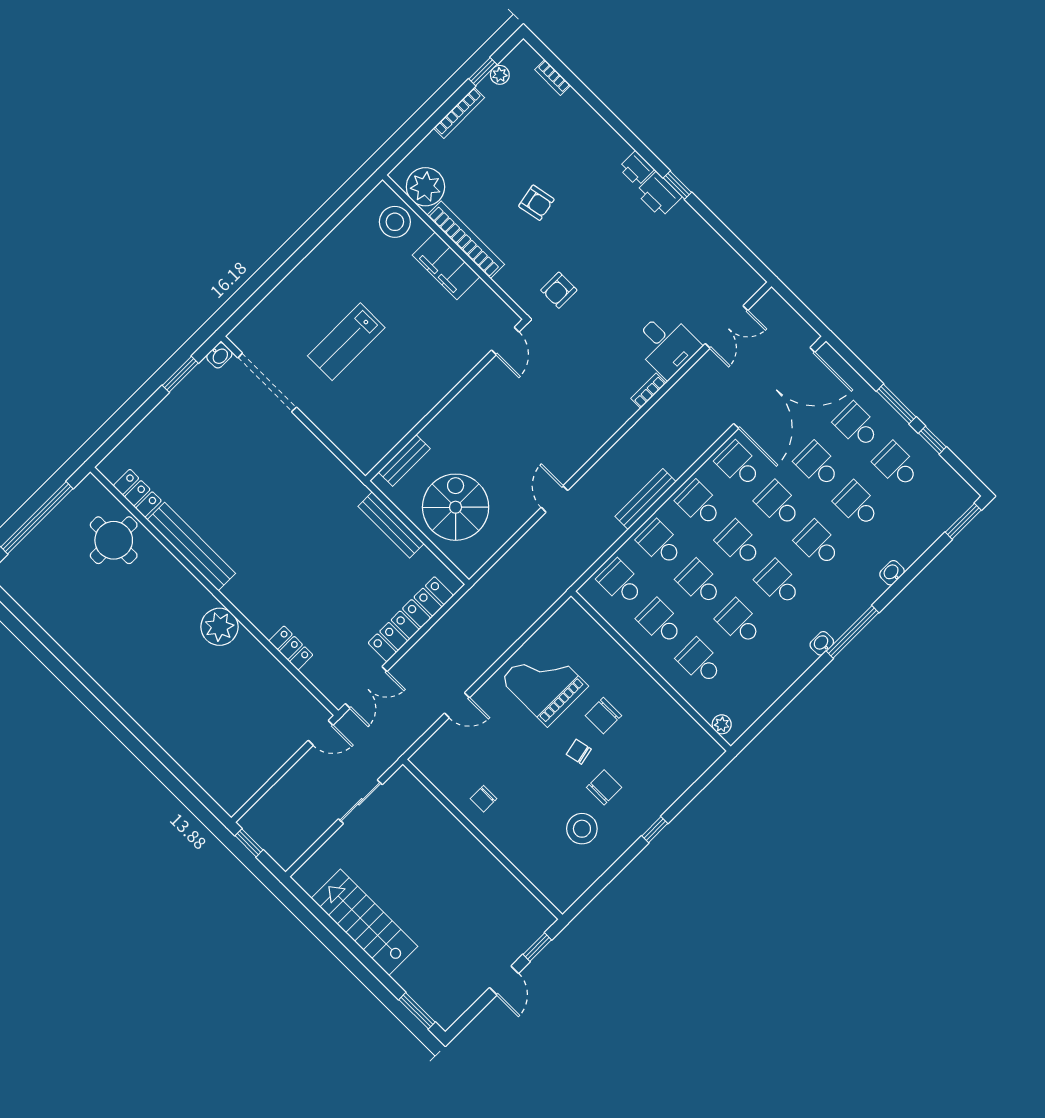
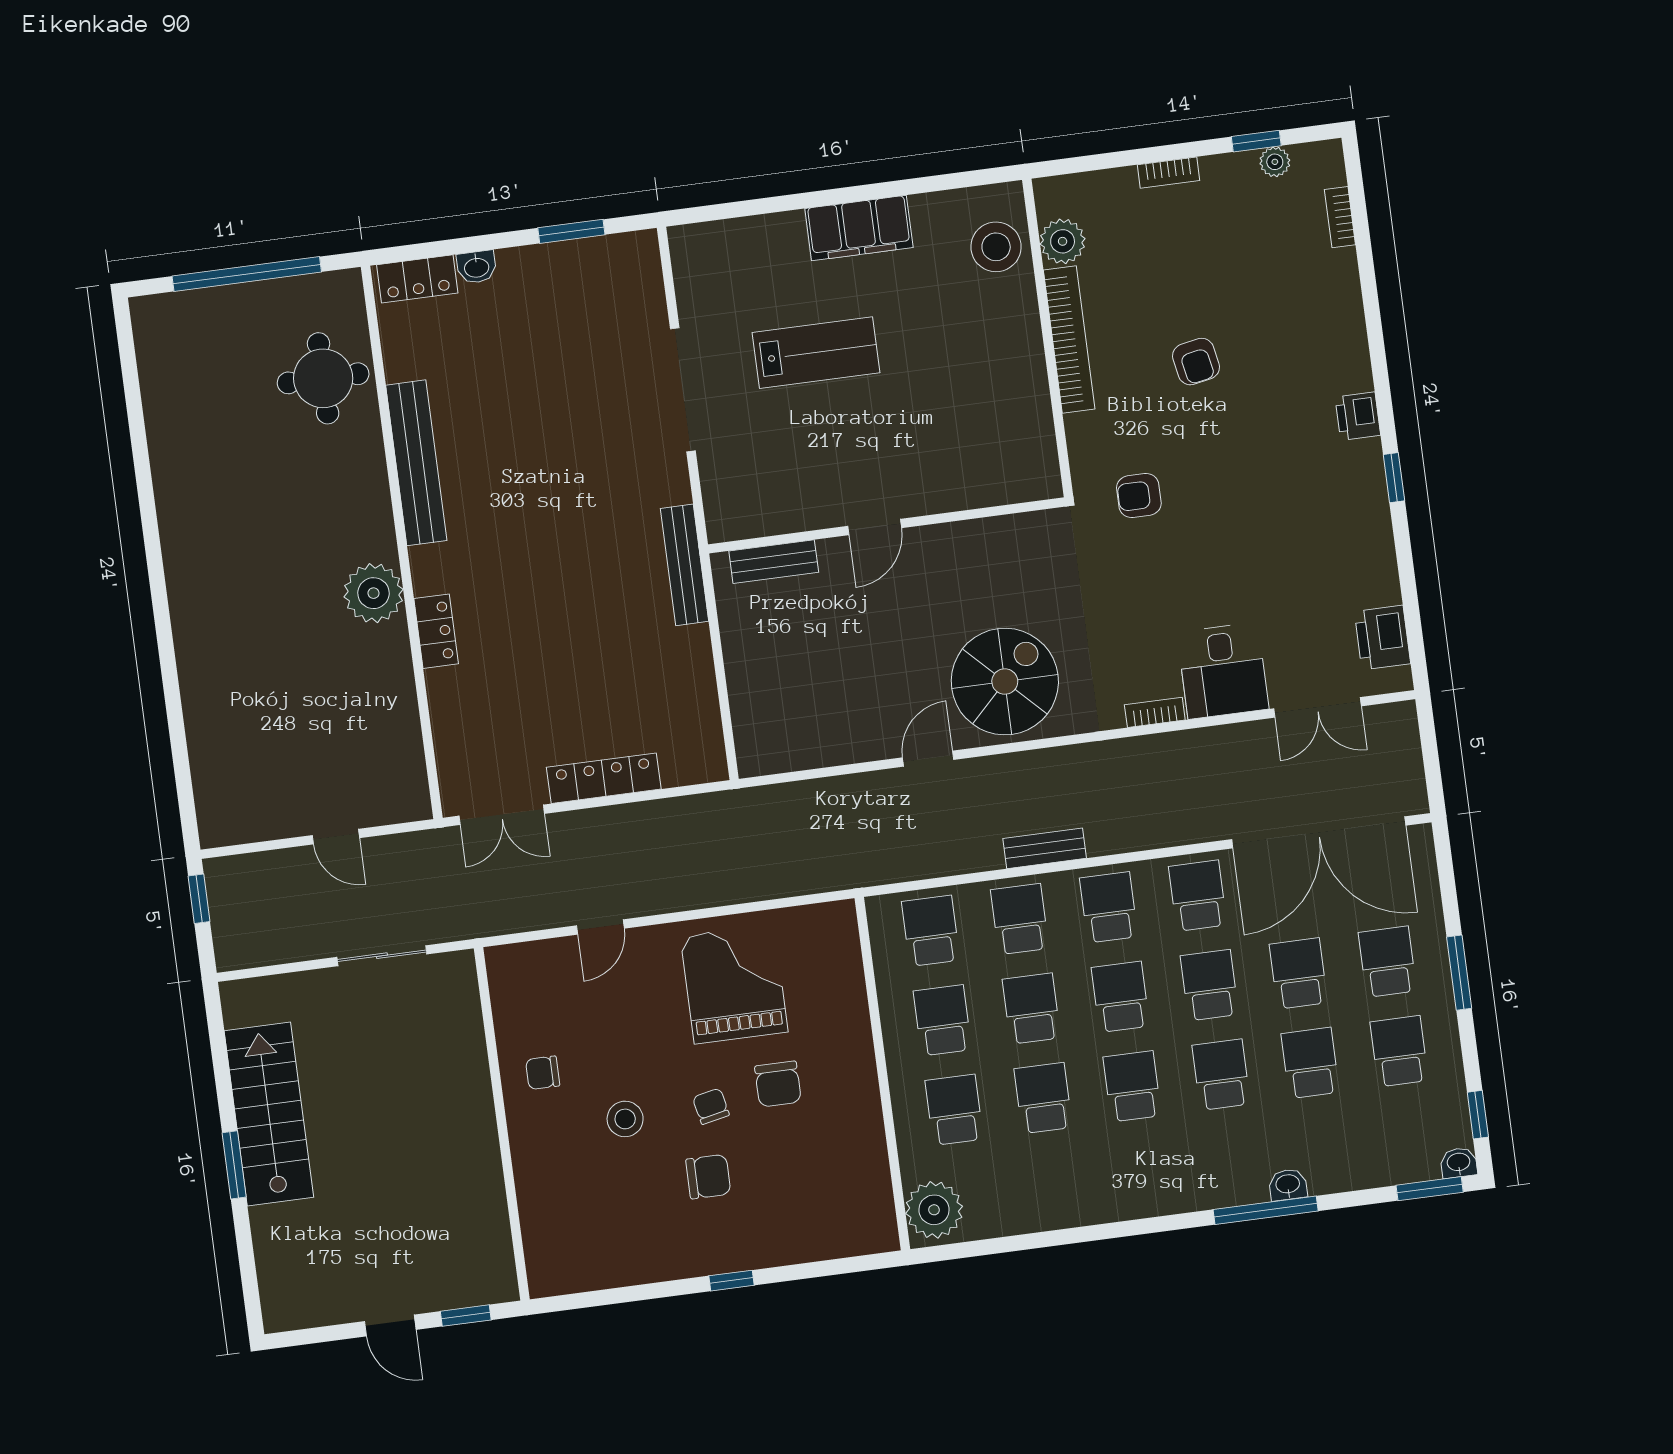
bookcase: (459, 113) -> (1169, 173), width x0.64
plant: (425, 187) -> (1063, 241), width x0.73, depth x0.73
printer: (659, 195) -> (1382, 638), moved
filing cabinet: (446, 266) -> (859, 228), moved, turned -90
door: (505, 341) -> (875, 527), moved
lab bench: (346, 342) -> (816, 353), turned 180
washbasin: (219, 355) -> (477, 267), moved
doorway: (267, 382) -> (683, 390), moved
window: (932, 440) -> (1478, 1115), moved
locker: (137, 493) -> (417, 279), moved, turned 90
bench: (646, 499) -> (1045, 848), width x0.73
spiral stairs: (456, 507) -> (1005, 682), moved
bench: (391, 525) -> (684, 565), moved
locker: (411, 619) -> (604, 778), width x0.71, depth x0.83
window: (852, 632) -> (1266, 1210), moved
washbasin: (822, 643) -> (1459, 1163), moved
locker: (291, 648) -> (436, 631), moved
door: (457, 705) -> (600, 927), hinge flipped
chair: (603, 716) -> (778, 1084), turned -90
plant: (722, 724) -> (934, 1210), width x1.87, depth x1.87
door: (321, 733) -> (336, 837), moved
stool: (582, 829) -> (625, 1119), moved, width x0.73, depth x0.73
door: (504, 980) -> (390, 1326), hinge flipped
window: (417, 1011) -> (234, 1165), moved

